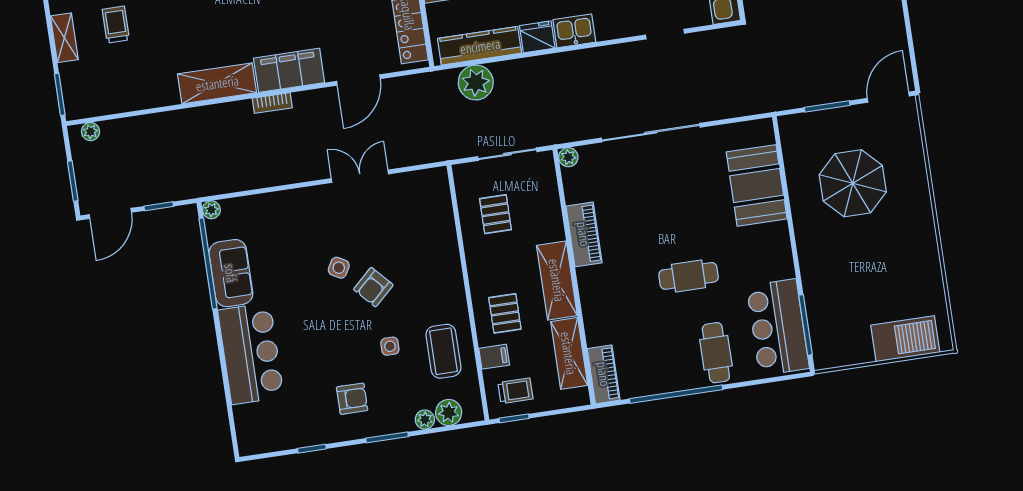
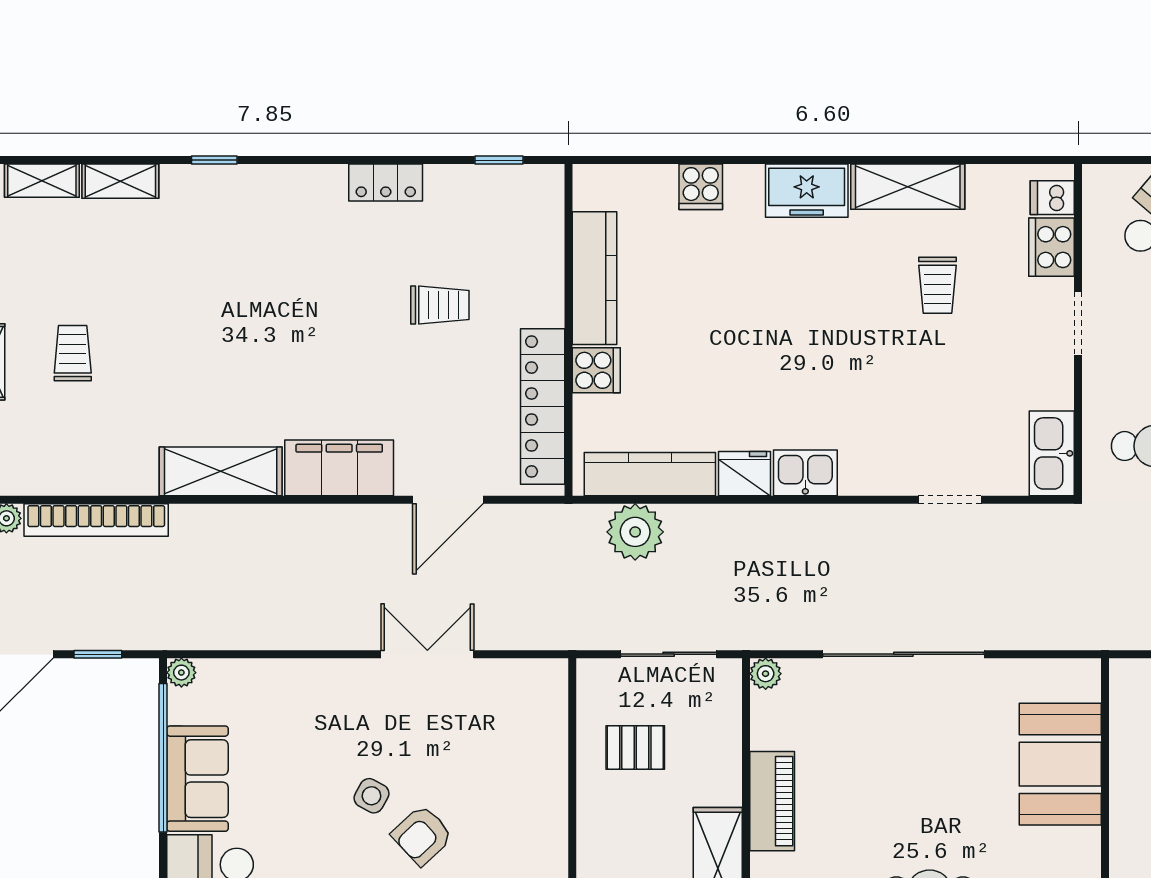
bookcase: (272, 103) -> (96, 520), moved, width x2.31, depth x1.31
pallet: (495, 214) -> (635, 747), turned 90

